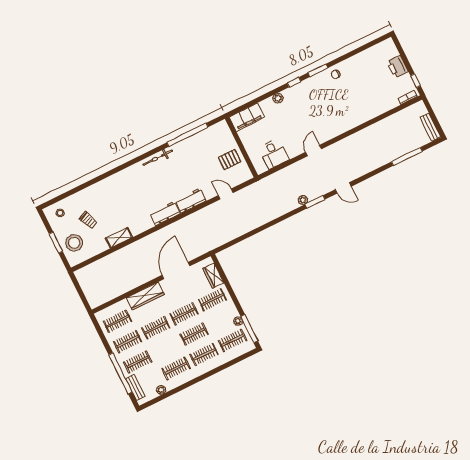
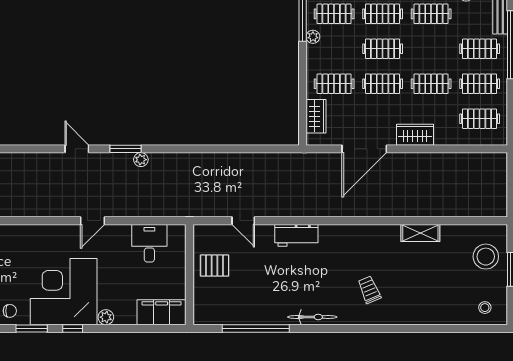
corner desk: (310, 101) -> (64, 292), added
workbench: (165, 213) -> (340, 235), removed
trolley: (88, 220) -> (369, 290), moved
wardrobe: (145, 296) -> (415, 135), width x0.67

